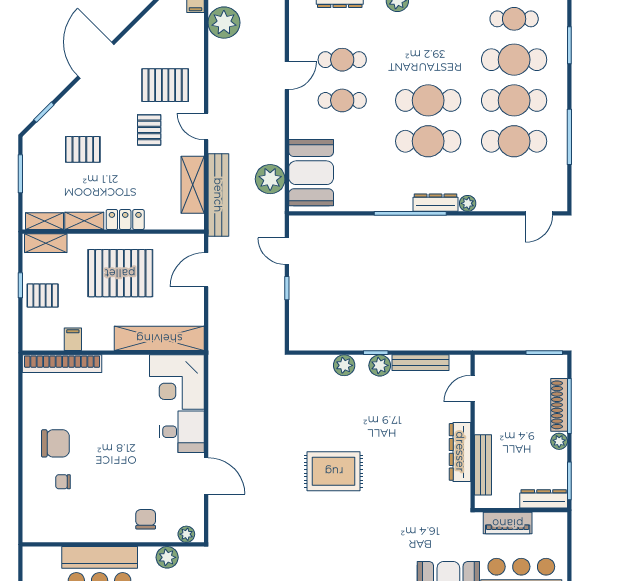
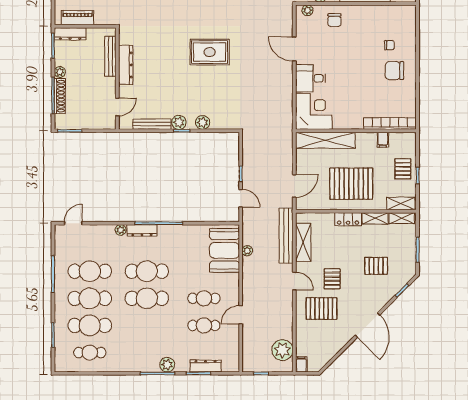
plant: (270, 179) -> (247, 251), width x0.53, depth x0.53
pallet: (43, 296) -> (403, 169), turned 90
piano: (508, 523) -> (77, 18), moved

